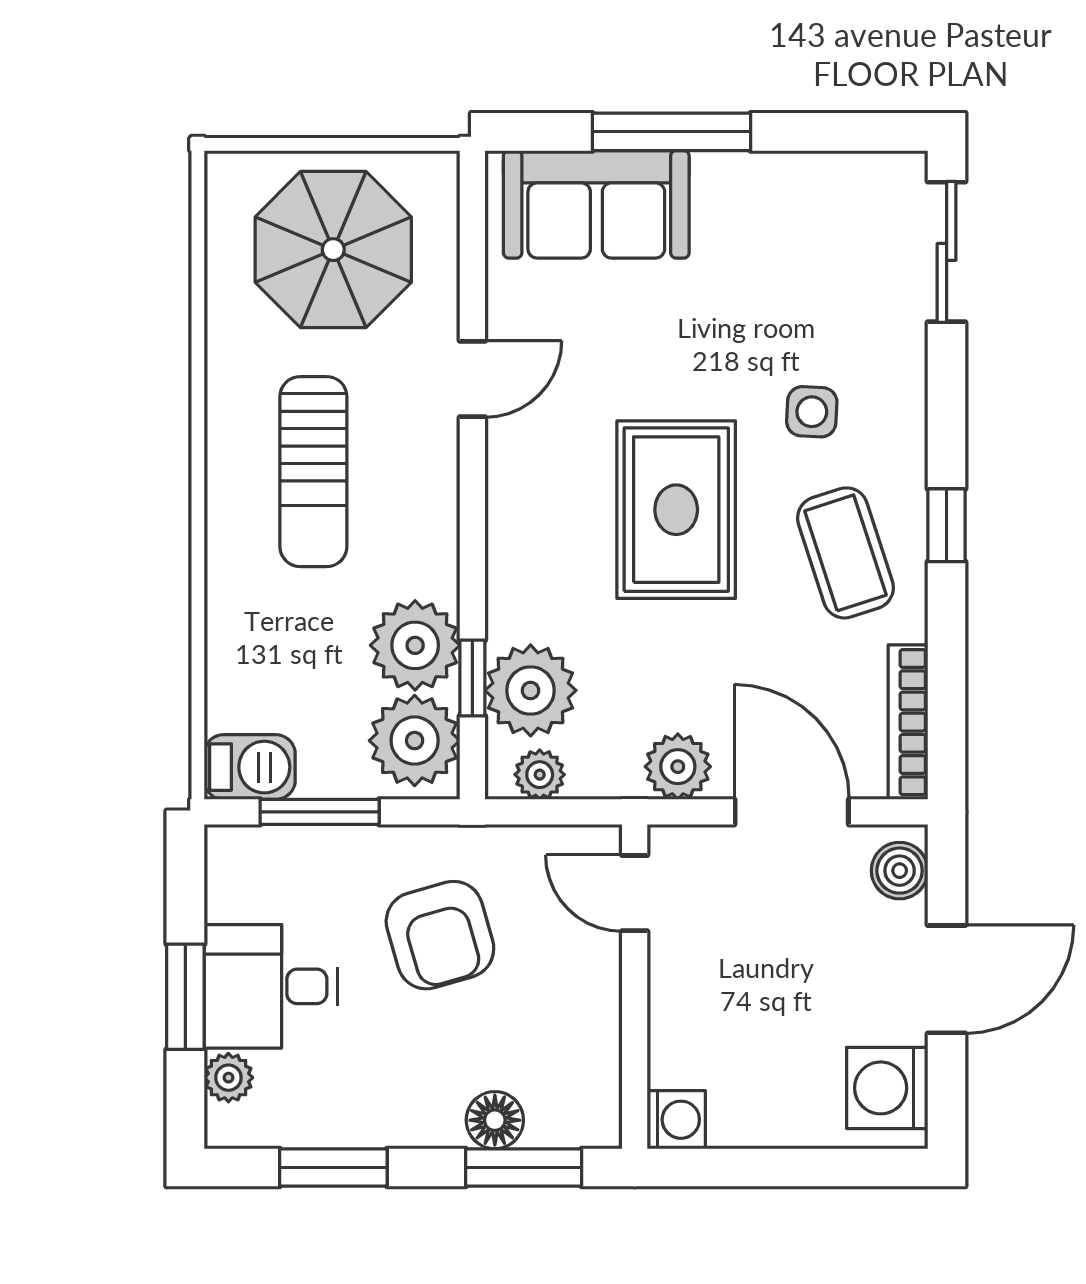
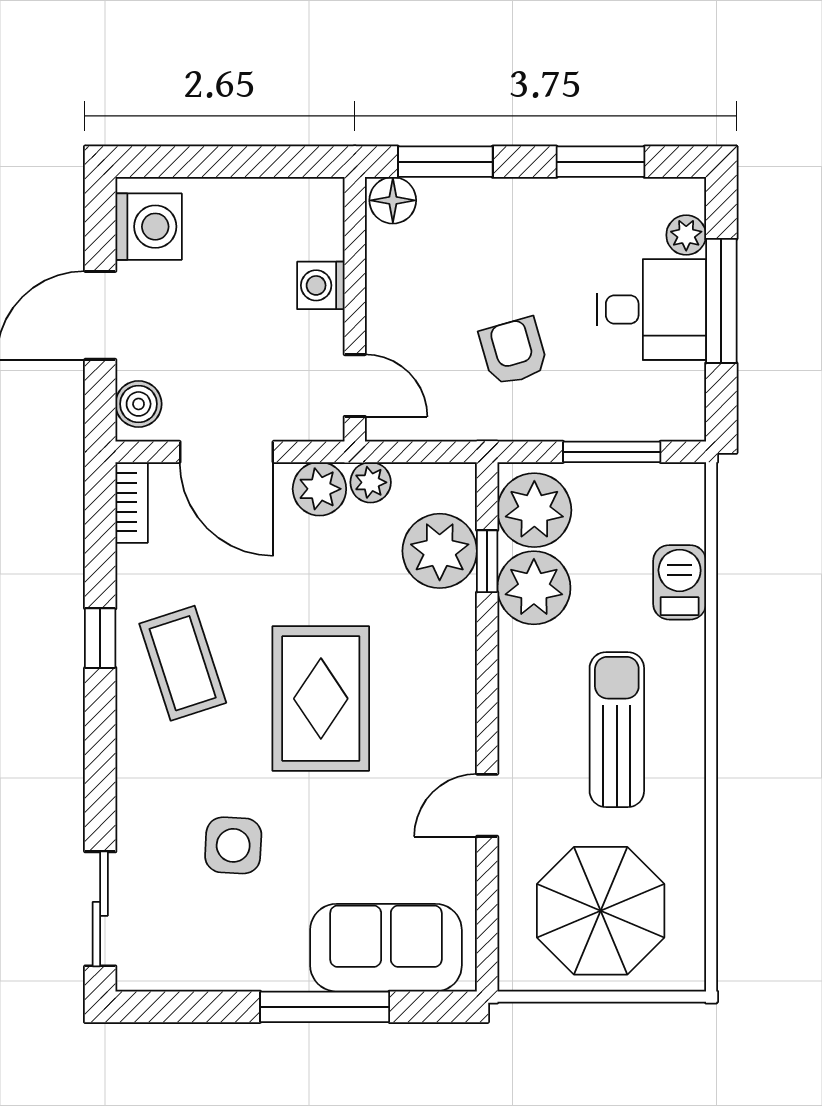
side table: (812, 412) -> (233, 845), moved, width x1.37, depth x1.37
window: (947, 525) -> (100, 638), moved
bookcase: (908, 722) -> (132, 502), width x0.64
barbecue: (250, 767) -> (680, 582), moved, turned 90
plant: (540, 775) -> (371, 482), moved
armchair: (440, 935) -> (514, 351), width x0.72, depth x0.72
window: (185, 997) -> (721, 301), width x1.44
floor lamp: (495, 1120) -> (393, 200), moved
washing machine: (676, 1120) -> (321, 285), moved

